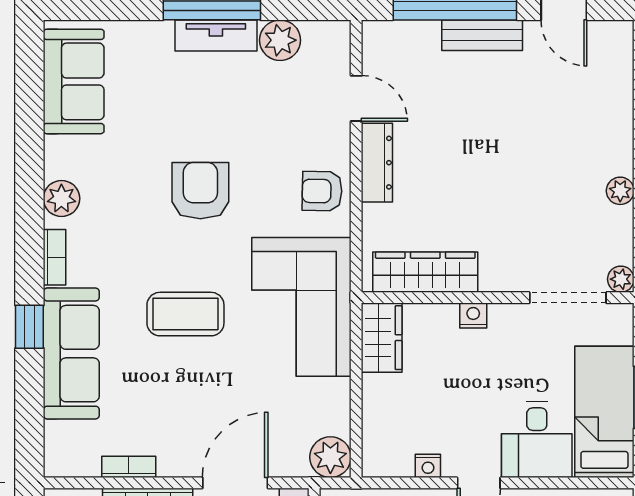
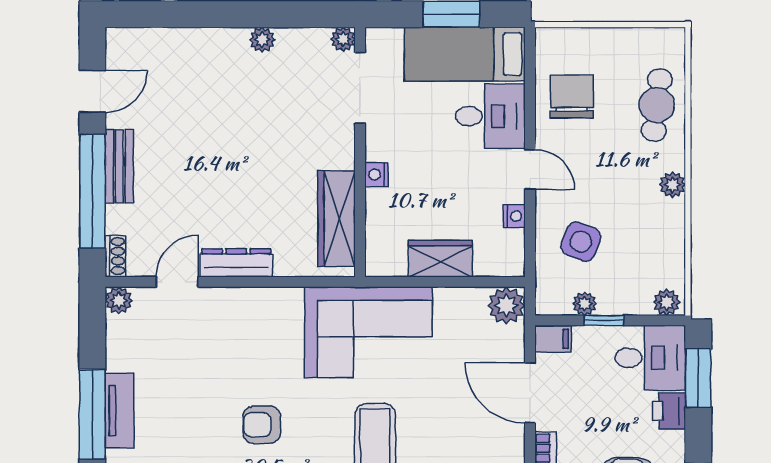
shoe rack: (384, 31) -> (115, 256), added
plant: (280, 40) -> (119, 300), moved, width x0.73, depth x0.73
armchair: (200, 191) -> (262, 425), width x0.72, depth x0.72
armchair: (322, 191) -> (262, 313), removed
wardrobe: (382, 338) -> (440, 259), moved

